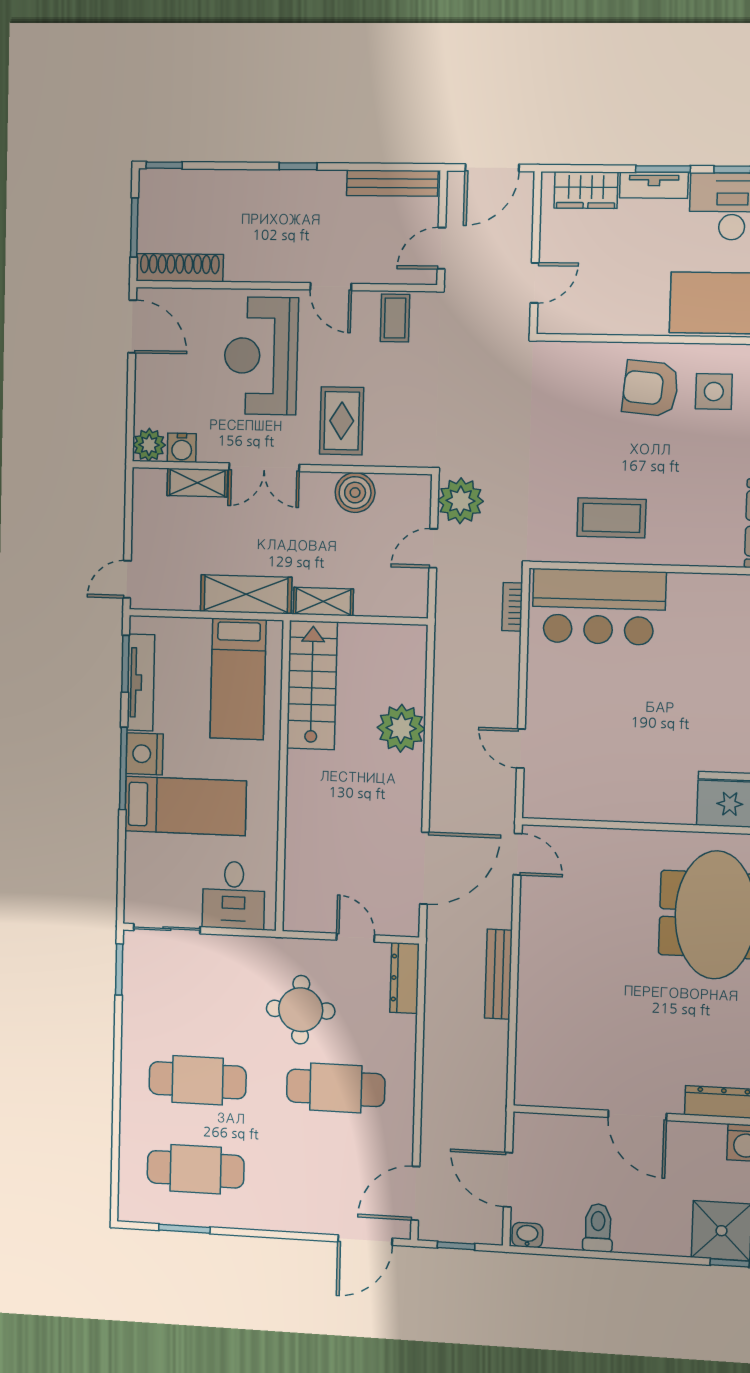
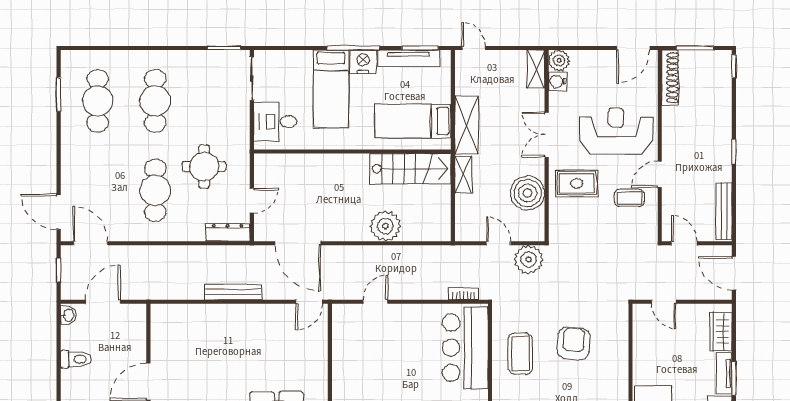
coffee table: (395, 318) -> (629, 198), moved
armchair: (651, 388) -> (574, 343), moved
shelving: (197, 483) -> (536, 69), moved
boiler: (355, 493) -> (528, 193), width x1.37, depth x1.37

